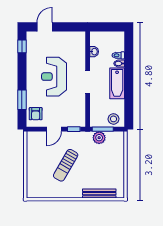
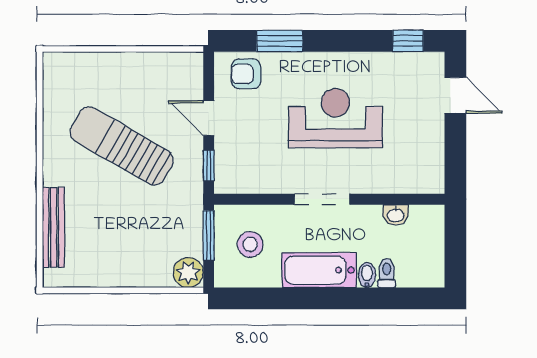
stool: (114, 119) -> (250, 244), moved
plant: (99, 138) -> (188, 273), moved
sun lounger: (66, 165) -> (122, 146), width x1.36, depth x1.34

